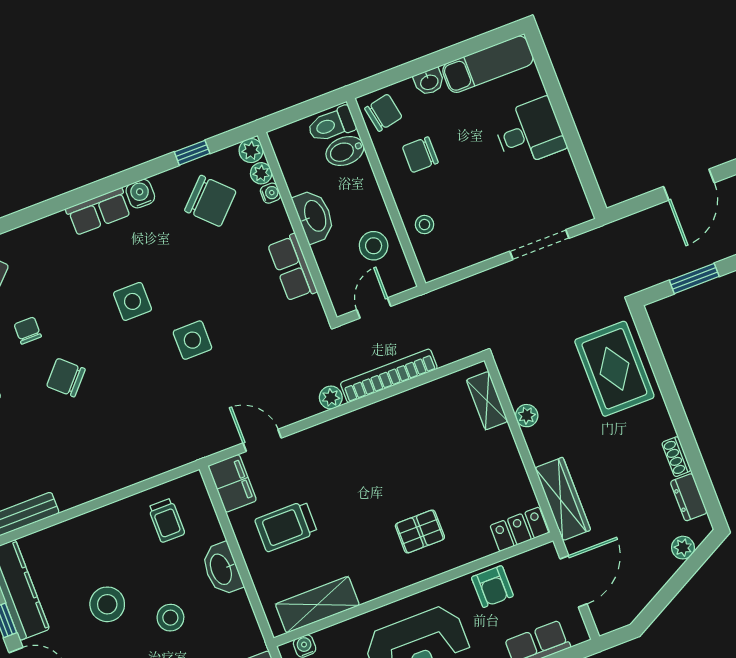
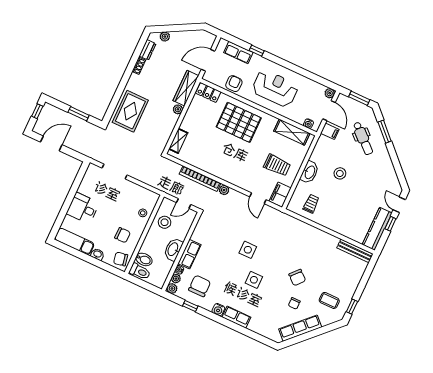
chair: (210, 201) -> (200, 286), turned 45
row of seats: (292, 268) -> (189, 254), moved
plant: (527, 416) -> (178, 109), moved
pallet: (420, 532) -> (239, 122), width x2.05, depth x2.00
stool: (107, 604) -> (355, 197), removed

